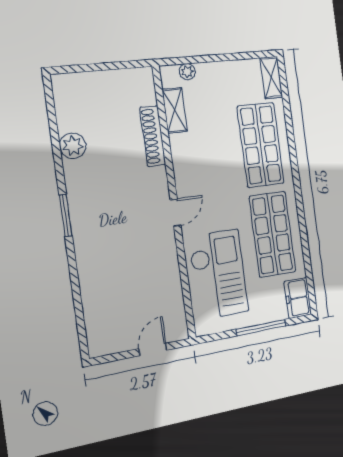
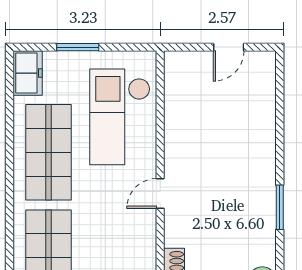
window: (261, 328) -> (78, 47), width x0.69
door: (153, 349) -> (229, 47), moved

